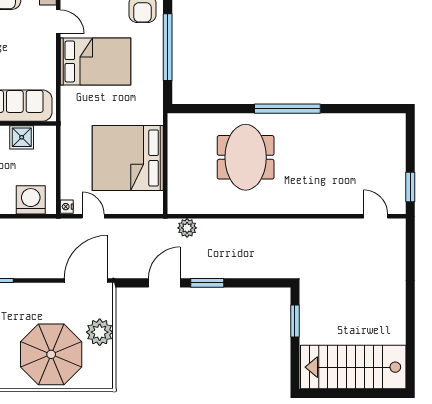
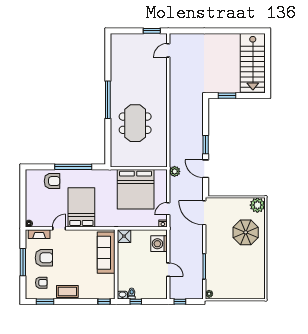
shower: (22, 137) -> (124, 236), moved
meeting table: (246, 157) -> (135, 123), turned 90
plant: (187, 228) -> (175, 171), moved
plant: (100, 332) -> (257, 205), moved
parasol: (51, 354) -> (246, 232), width x0.73, depth x0.73

